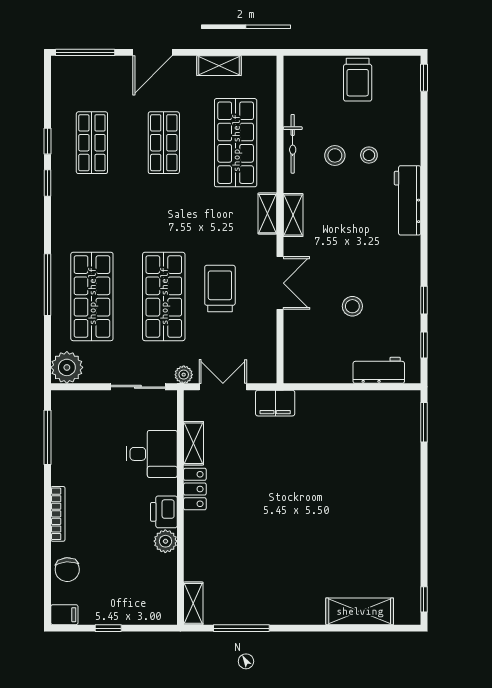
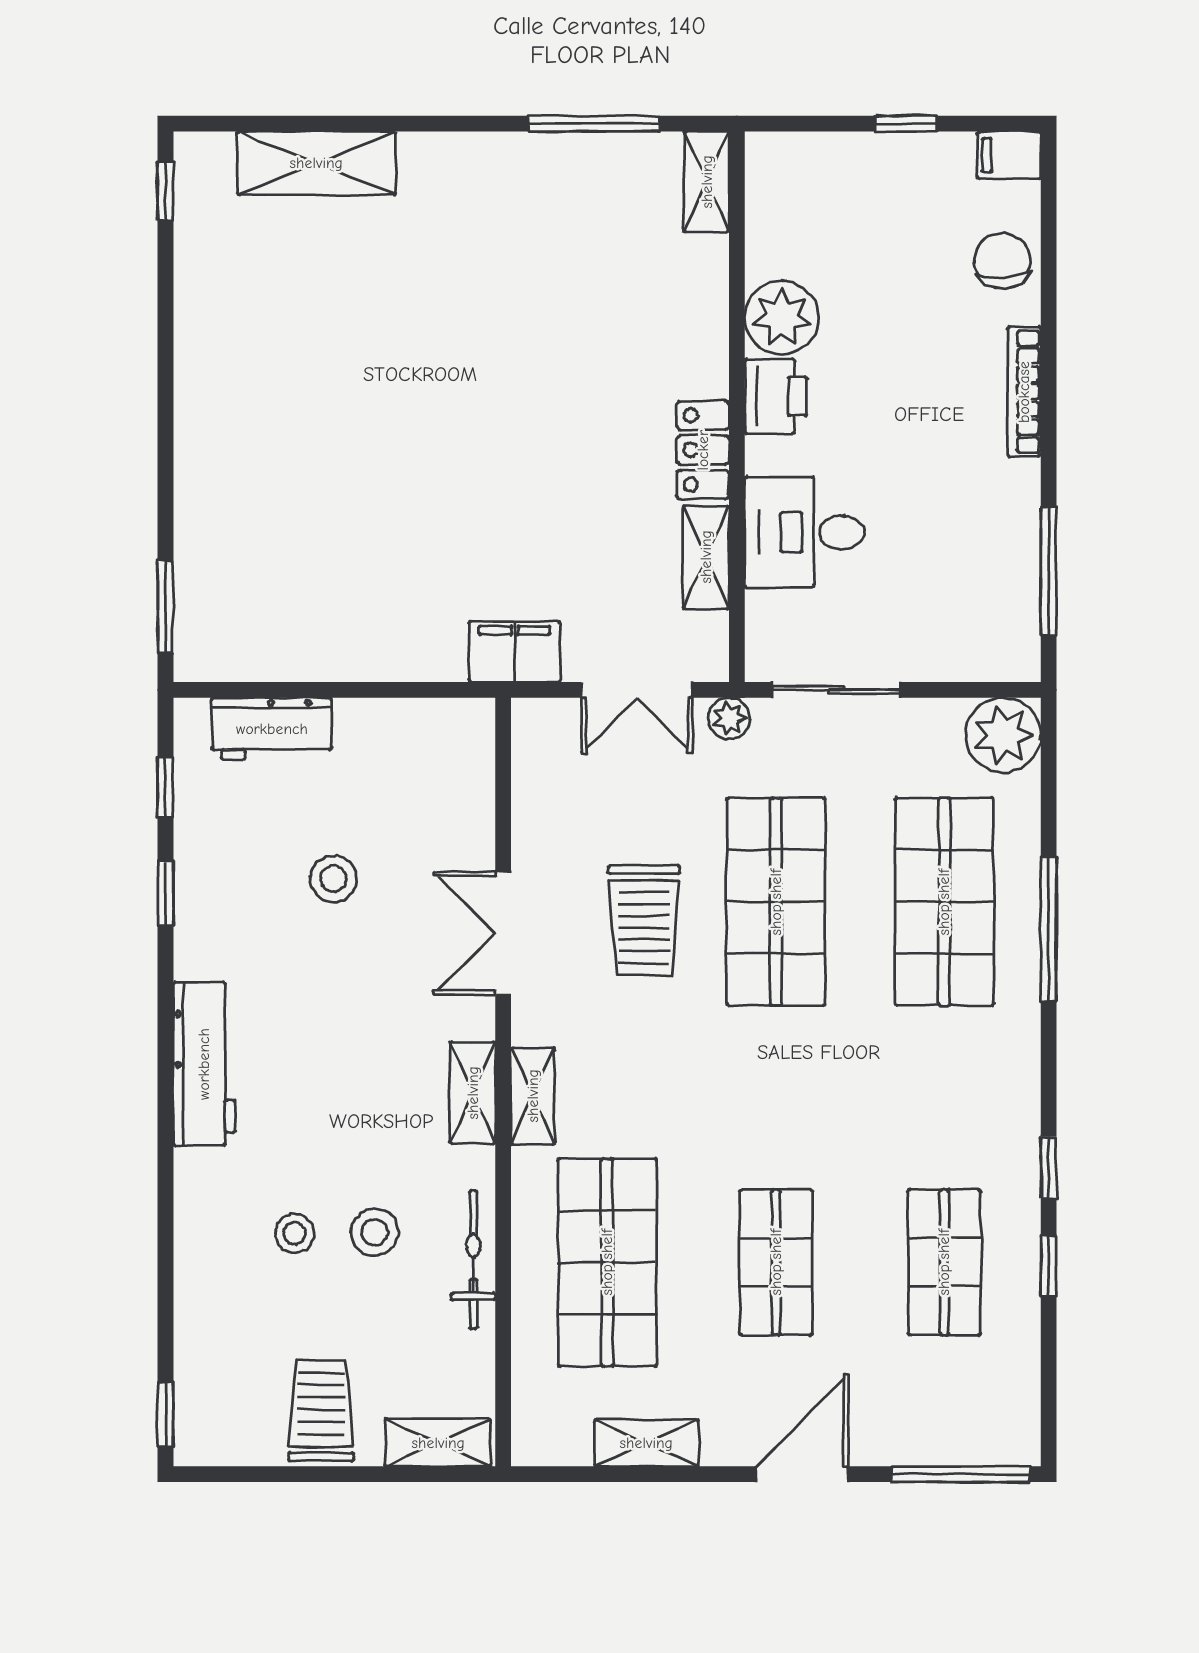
shelving: (308, 66) -> (438, 1443), added
workbench: (408, 200) -> (204, 1064), moved
plant: (165, 541) -> (782, 318), width x1.36, depth x1.36

